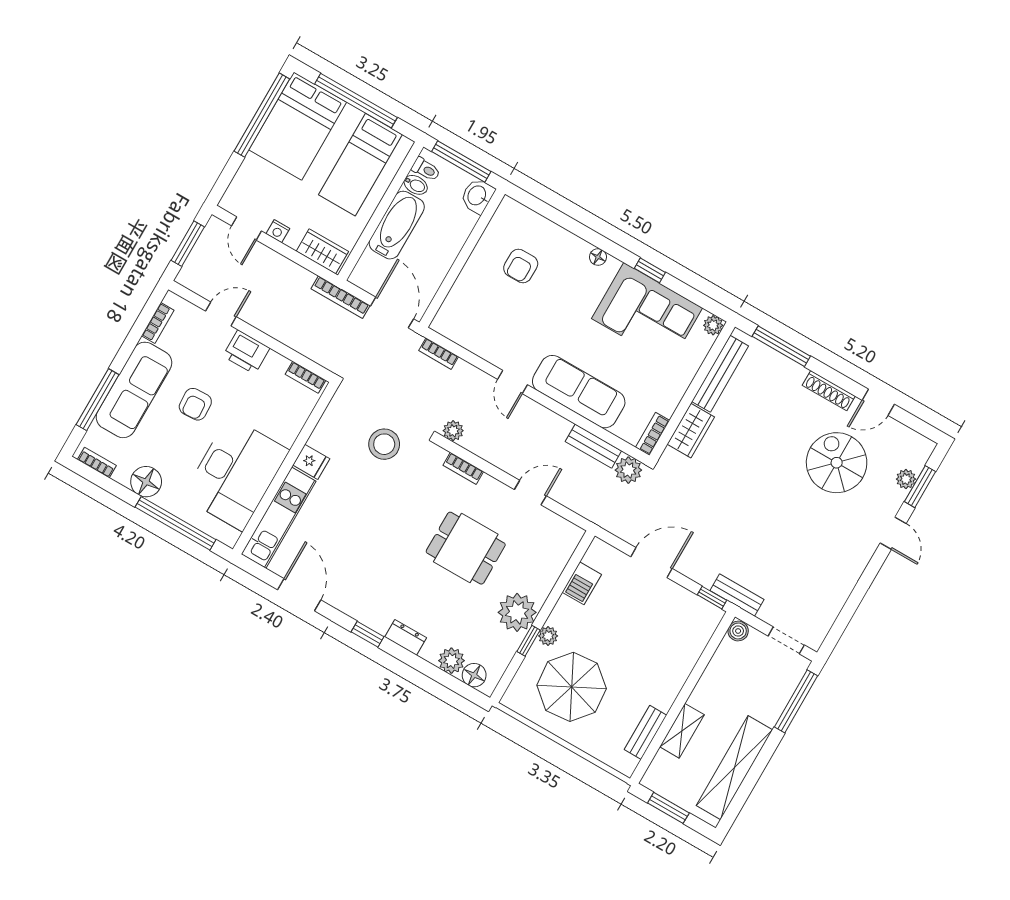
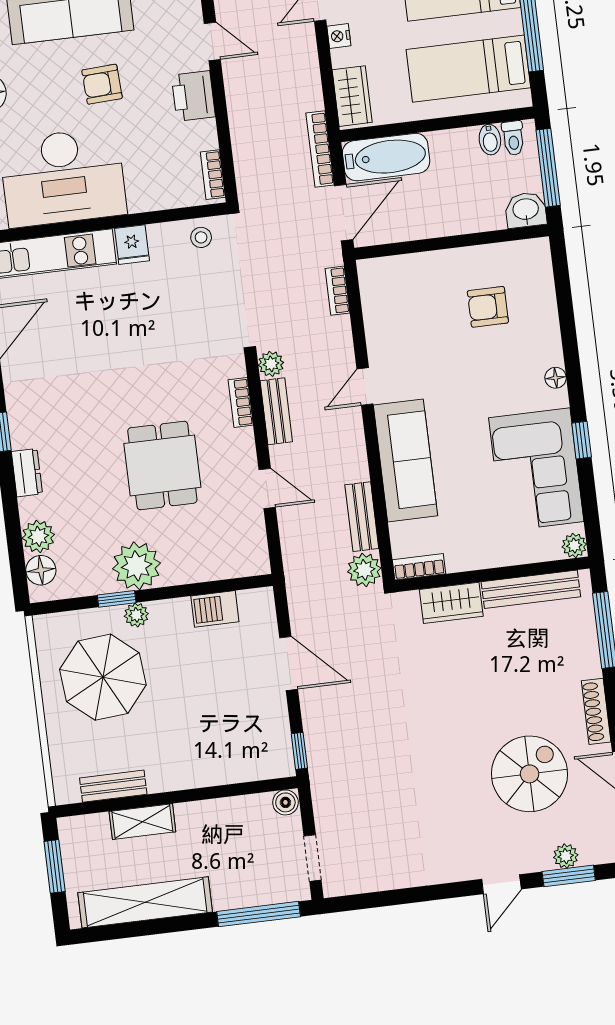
bathtub: (397, 225) -> (386, 157), moved
stool: (384, 444) -> (201, 237), moved, width x0.53, depth x0.53
bench: (737, 595) -> (276, 411), moved

